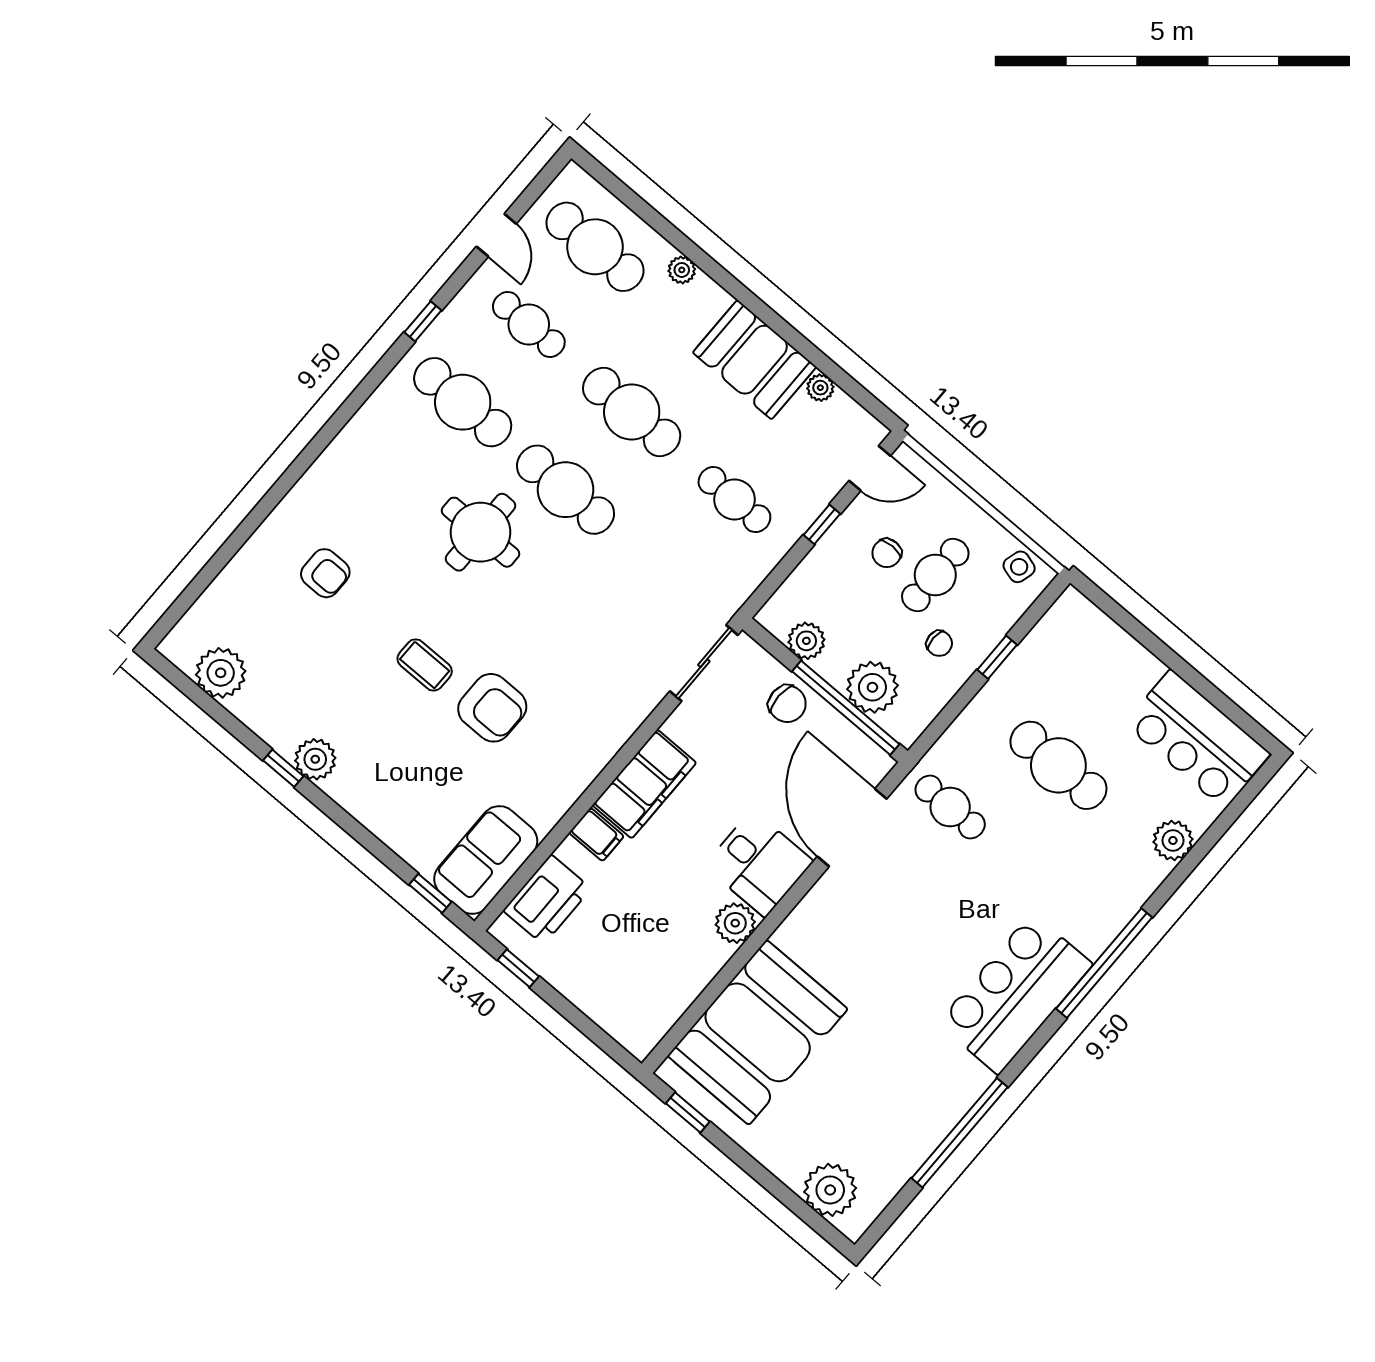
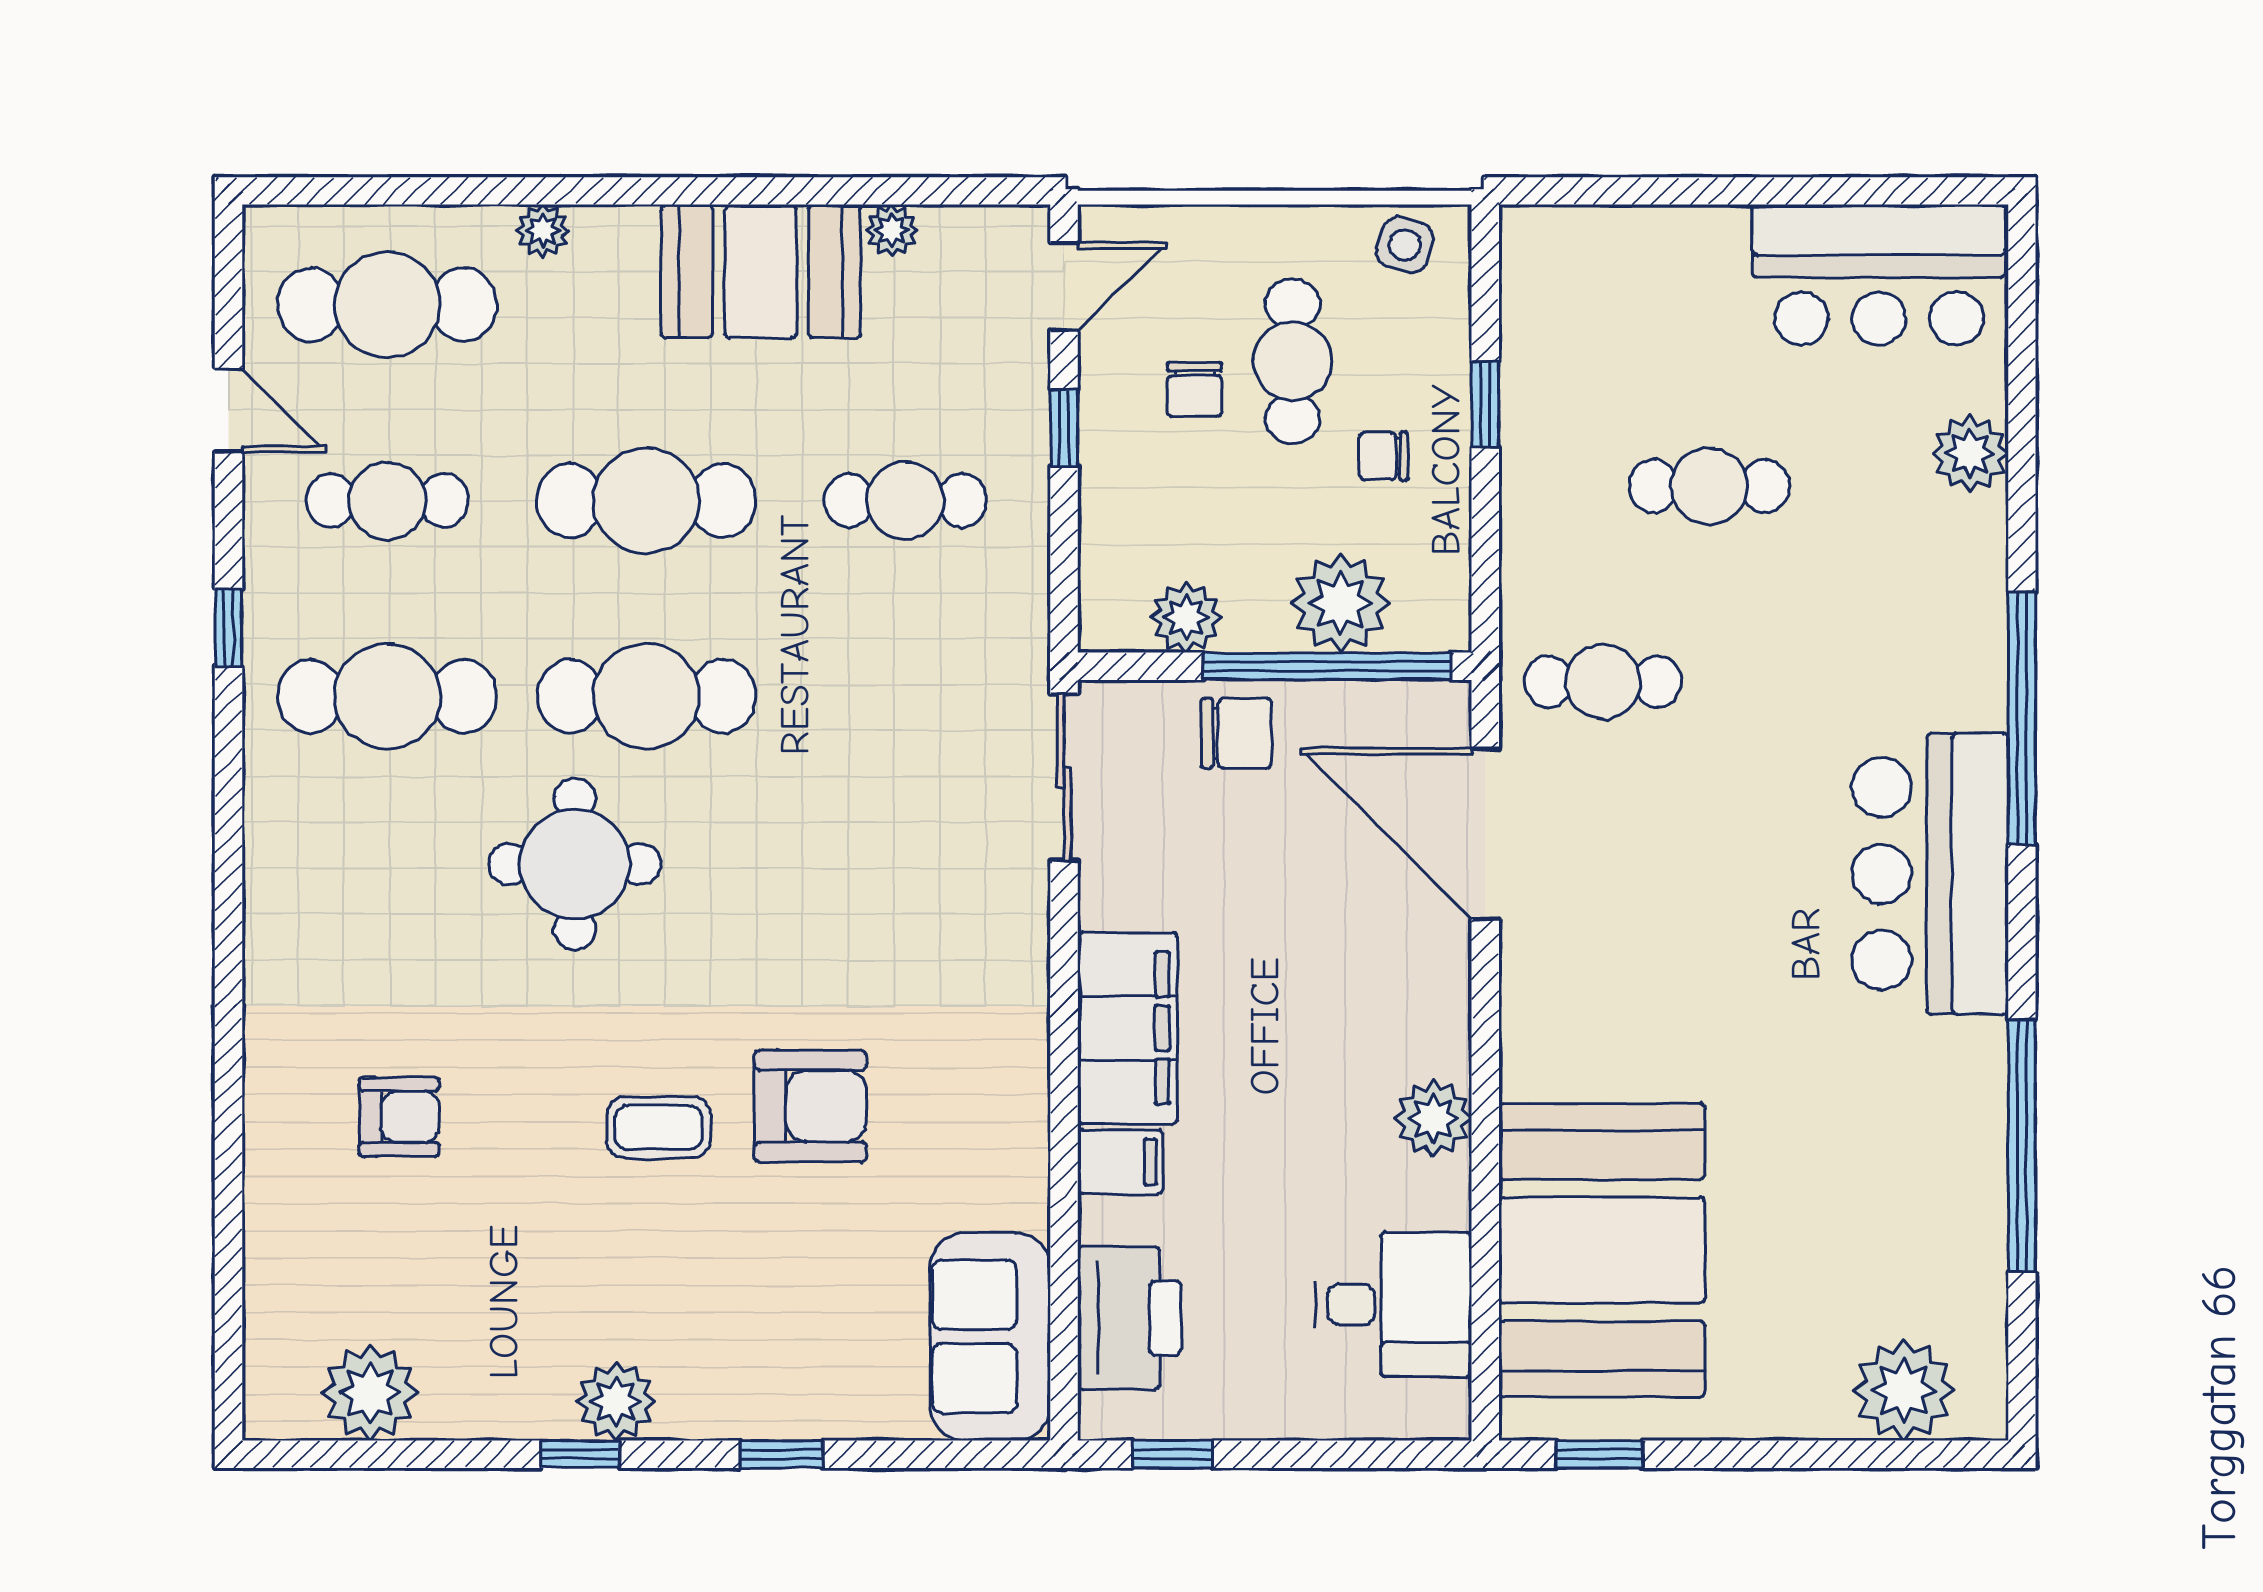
chair: (939, 643) -> (1384, 456), turned 180
cafe table: (1058, 765) -> (1709, 486), width x0.73, depth x0.74
desk: (759, 864) -> (1393, 1304), moved
window: (430, 893) -> (782, 1454), moved

